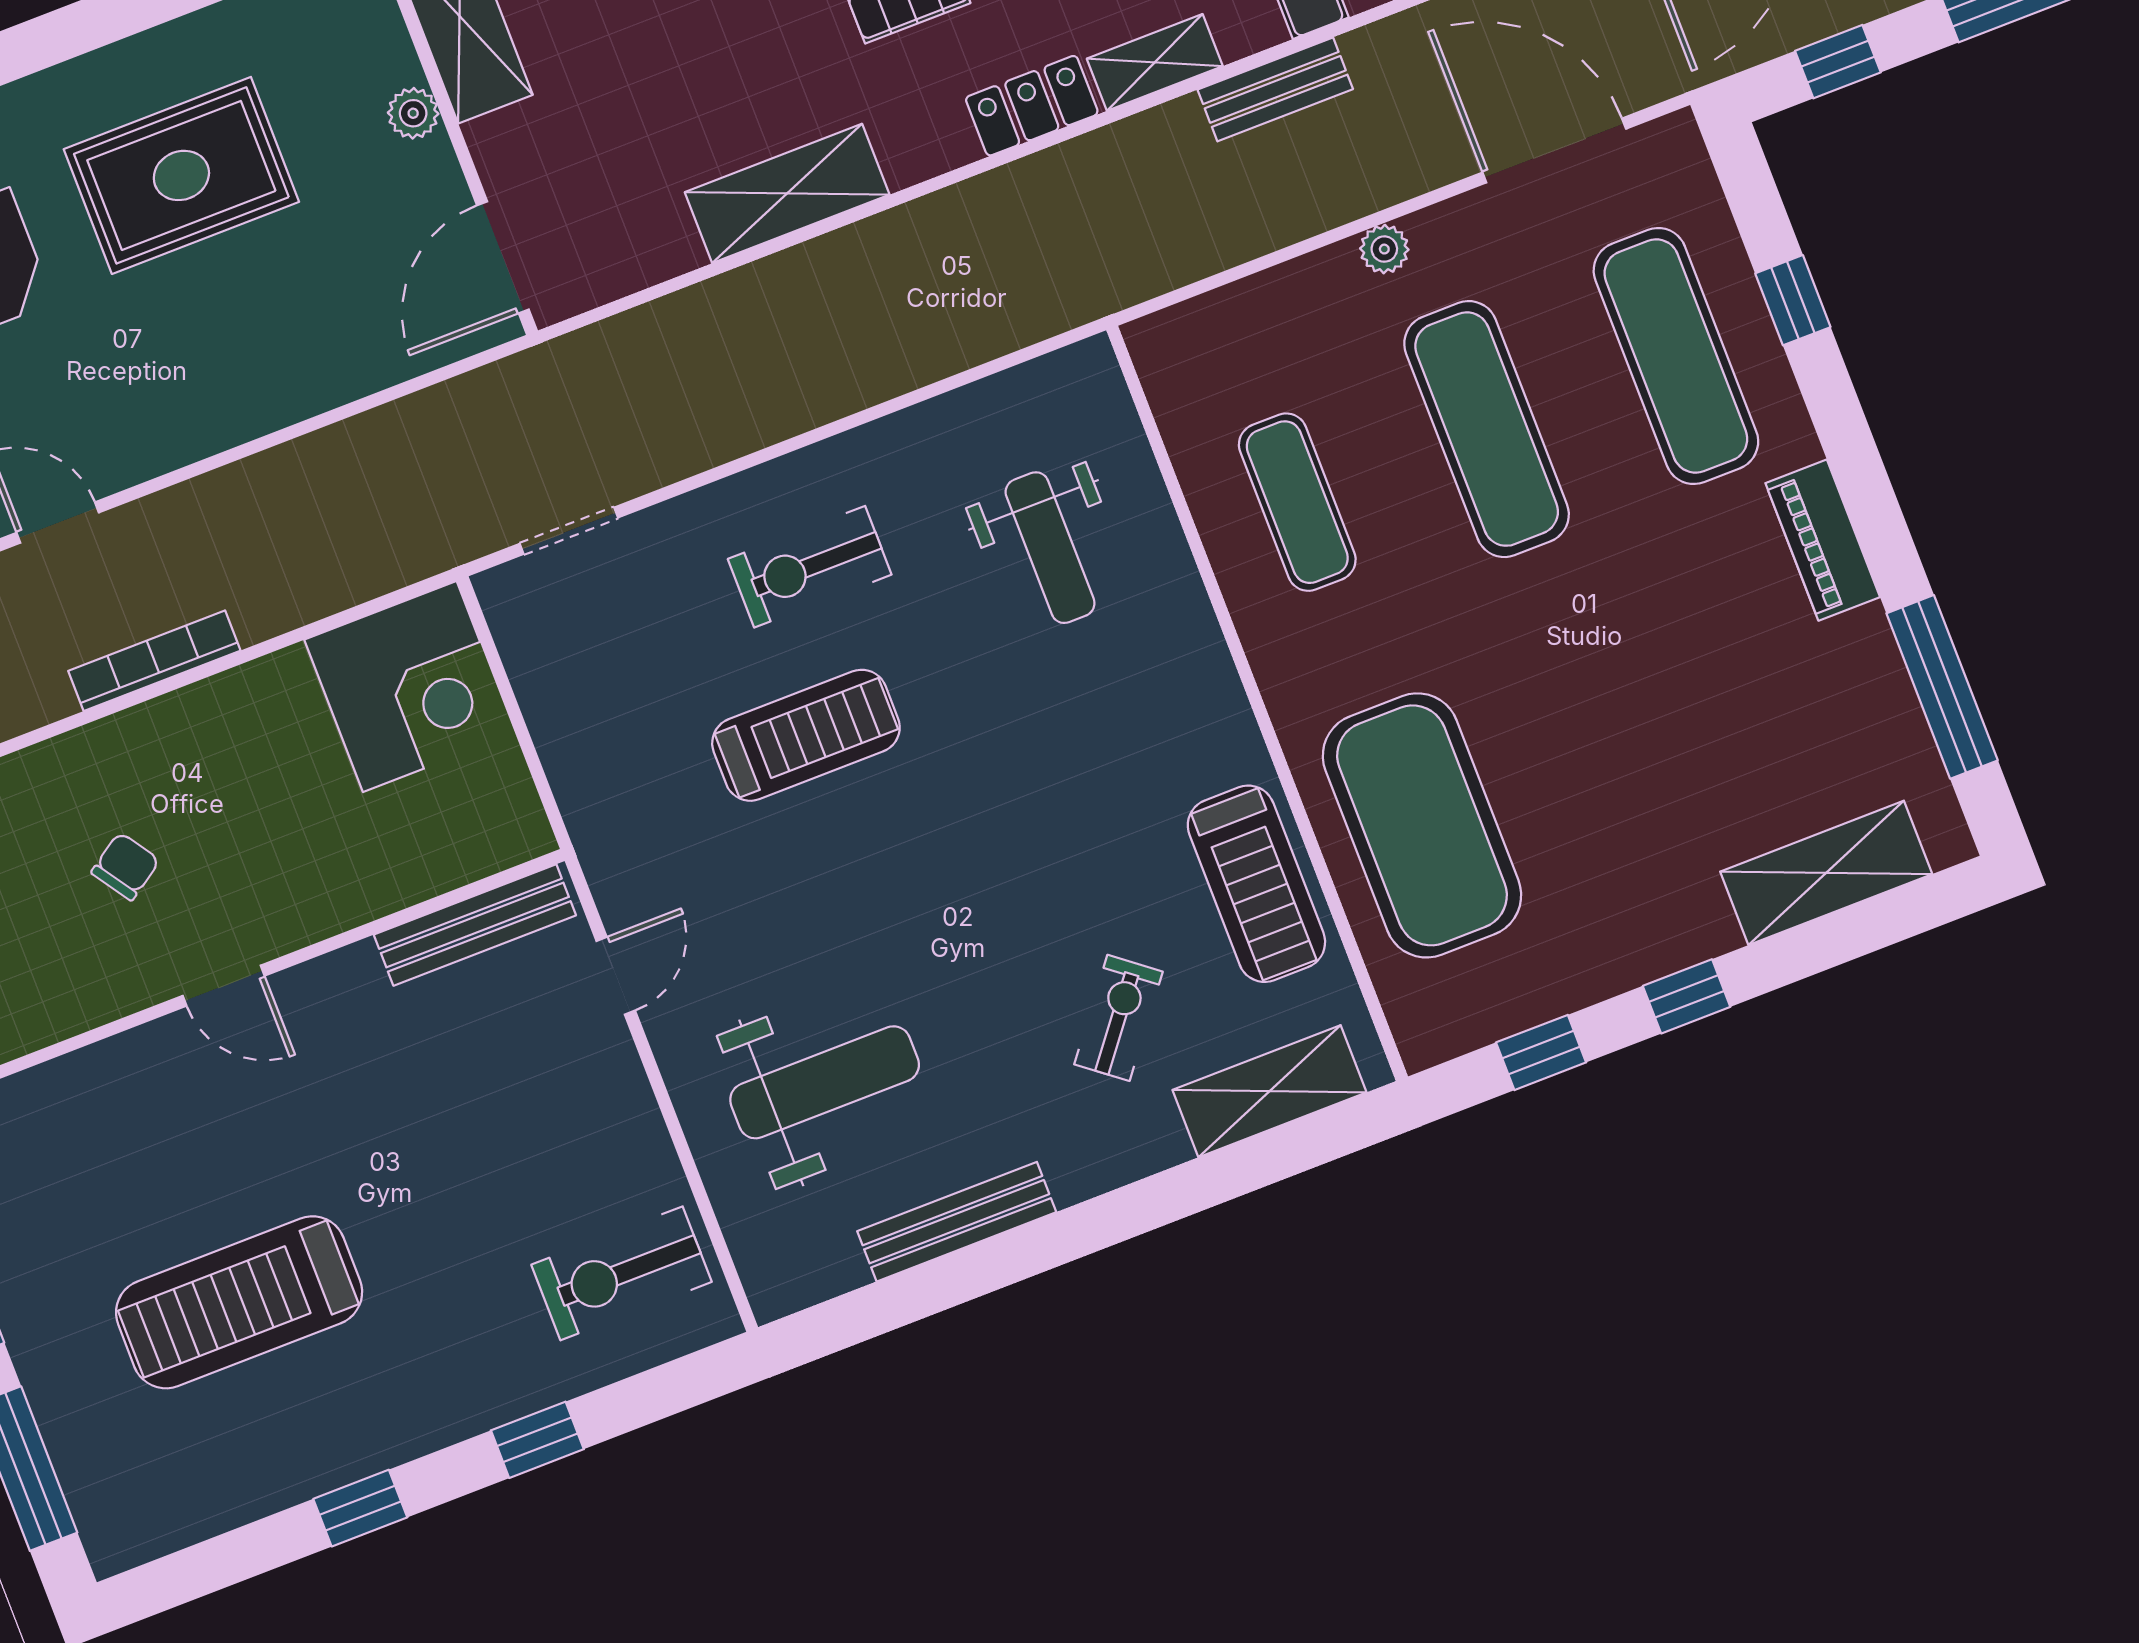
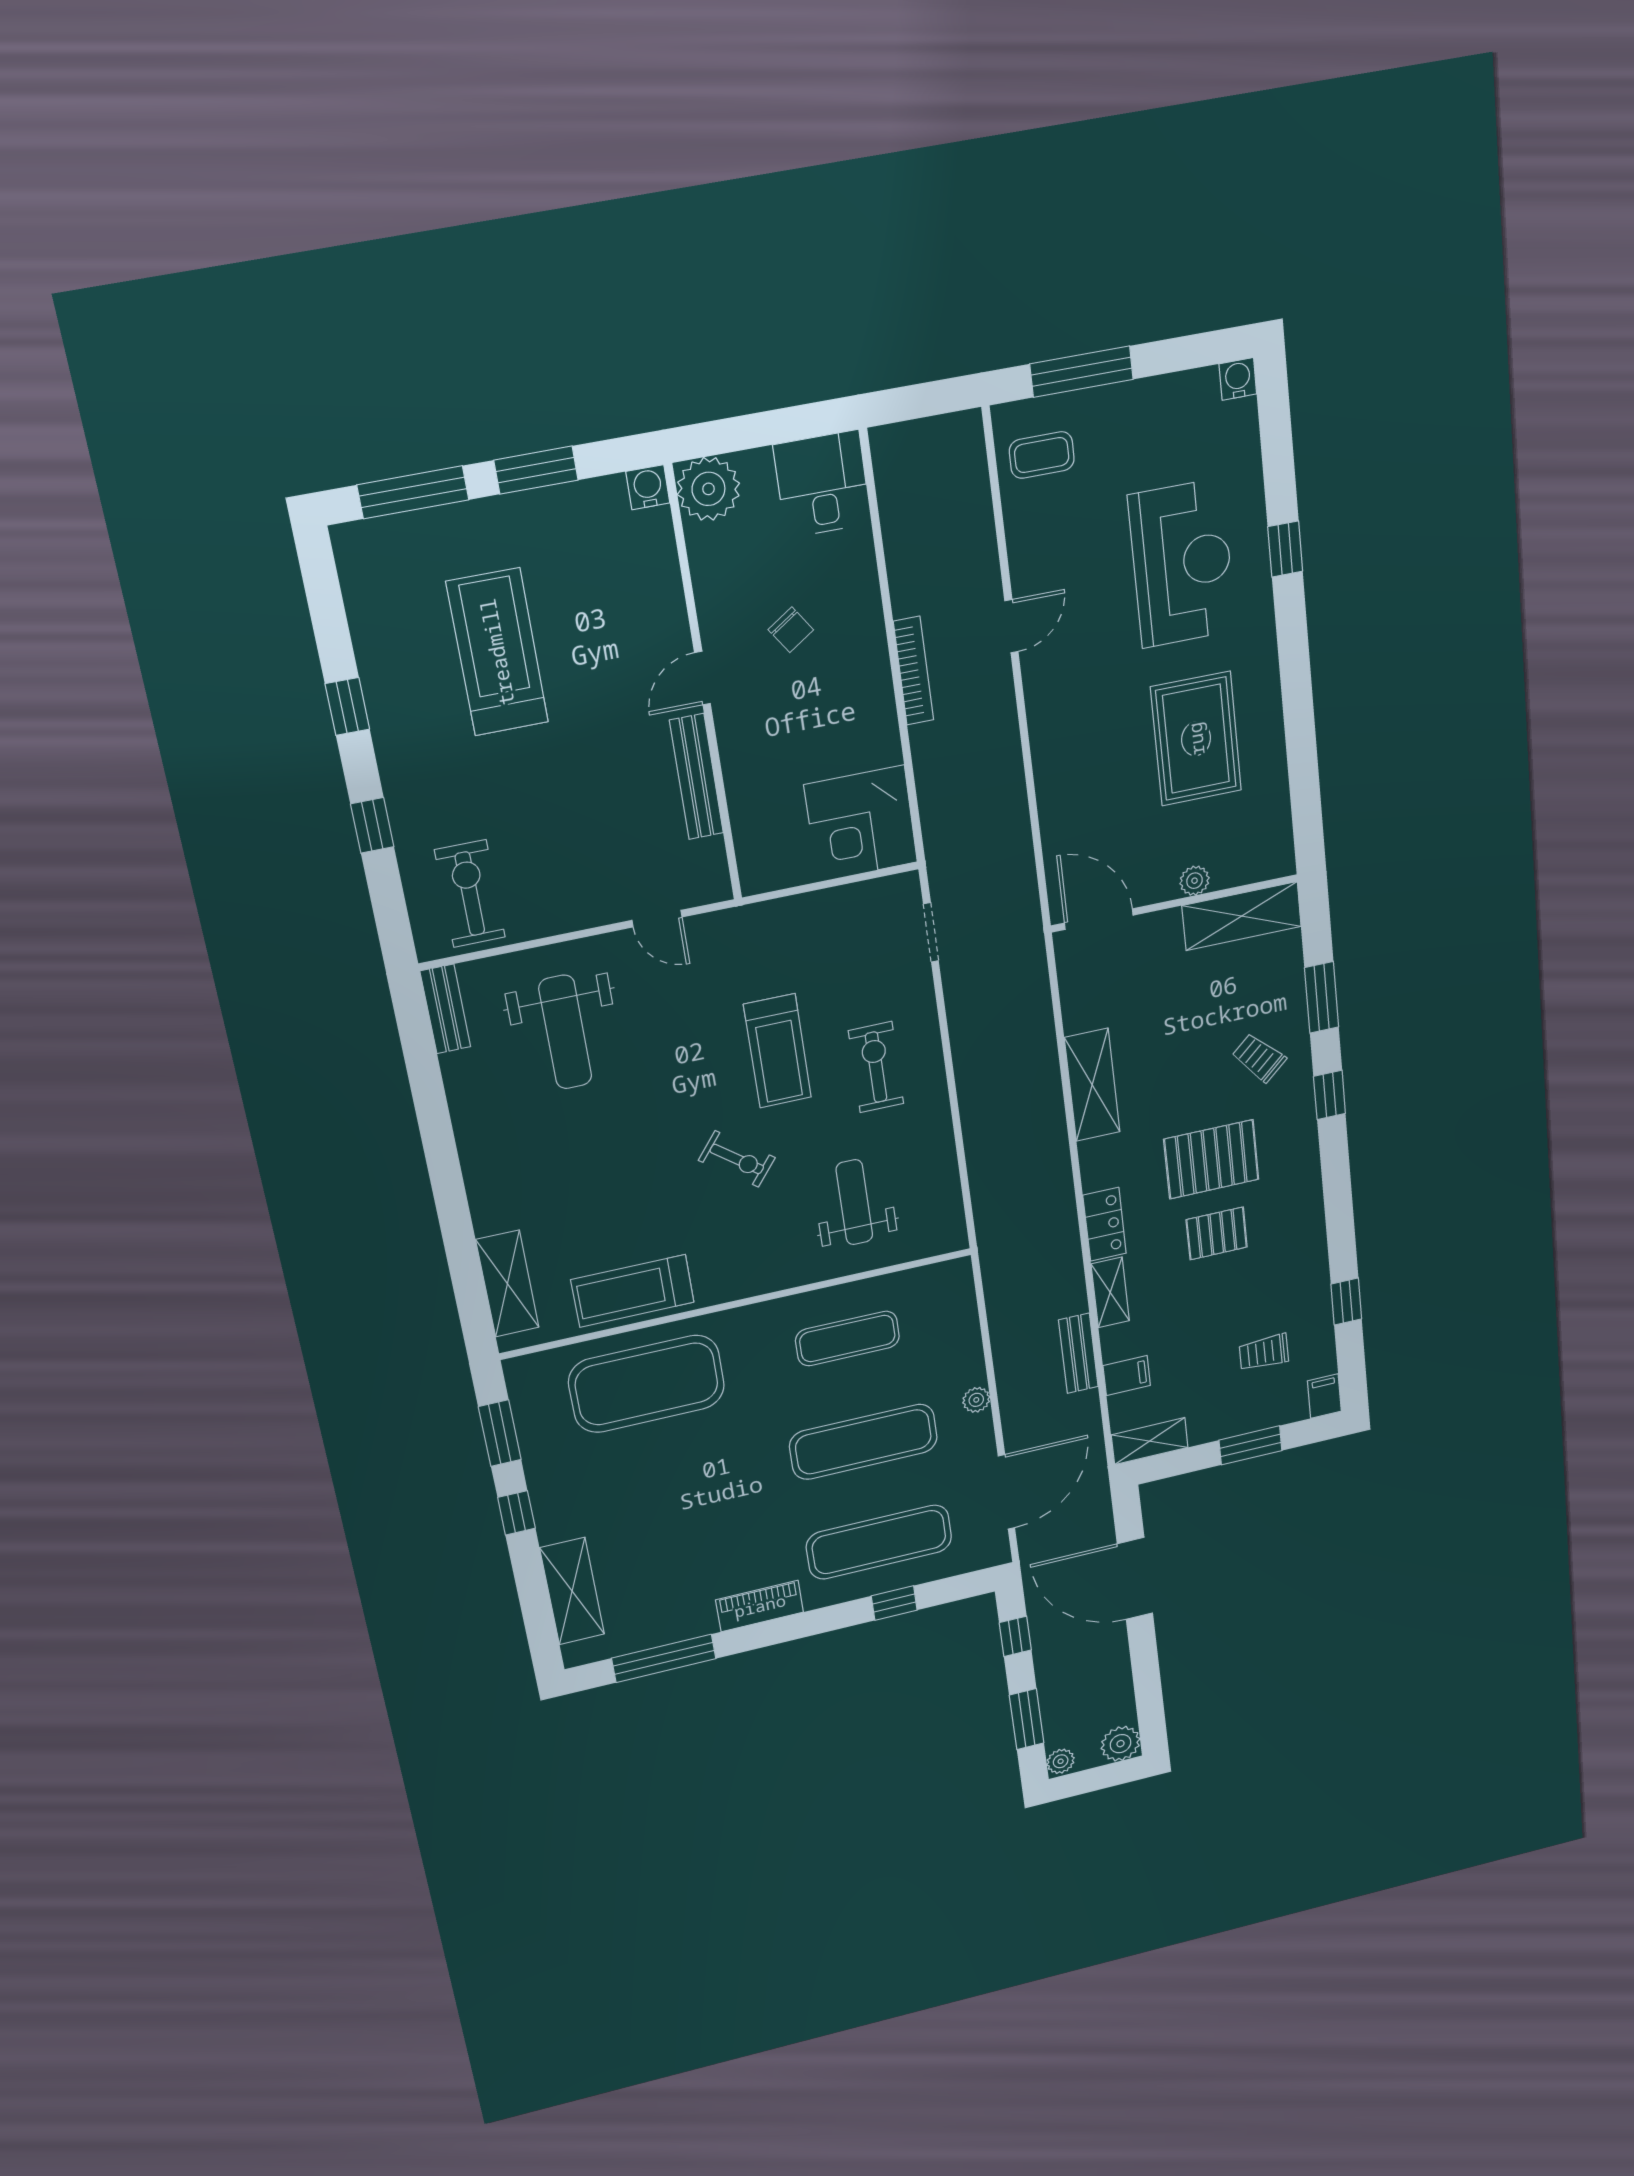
weight bench: (1050, 548) -> (854, 1202), turned 90
bench: (475, 925) -> (696, 777), moved
exercise bike: (1118, 1018) -> (737, 1159), moved
window: (1541, 1052) -> (500, 1433), width x1.50
bench: (957, 1222) -> (445, 1009), moved, width x0.73

